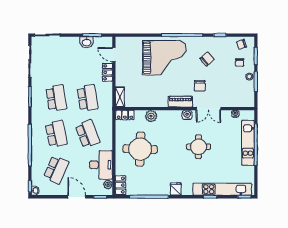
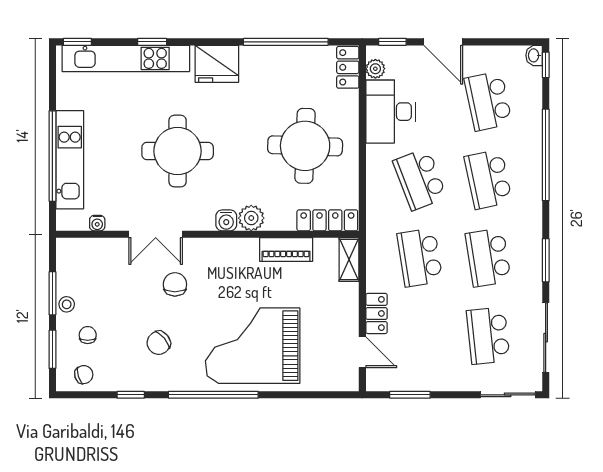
washbasin: (87, 42) -> (422, 379), removed
school desk: (56, 62) -> (488, 336), added
piano: (180, 102) -> (286, 249), moved
double door: (209, 109) -> (156, 234), swing flipped
locker: (125, 115) -> (327, 220), width x1.53
water cooler: (187, 115) -> (226, 220), moved
plant: (151, 116) -> (251, 218), moved
round table: (199, 147) -> (178, 151), width x1.36, depth x1.36
school desk: (56, 170) -> (488, 101), turned -36
fridge: (176, 189) -> (217, 64), width x1.88, depth x1.34

